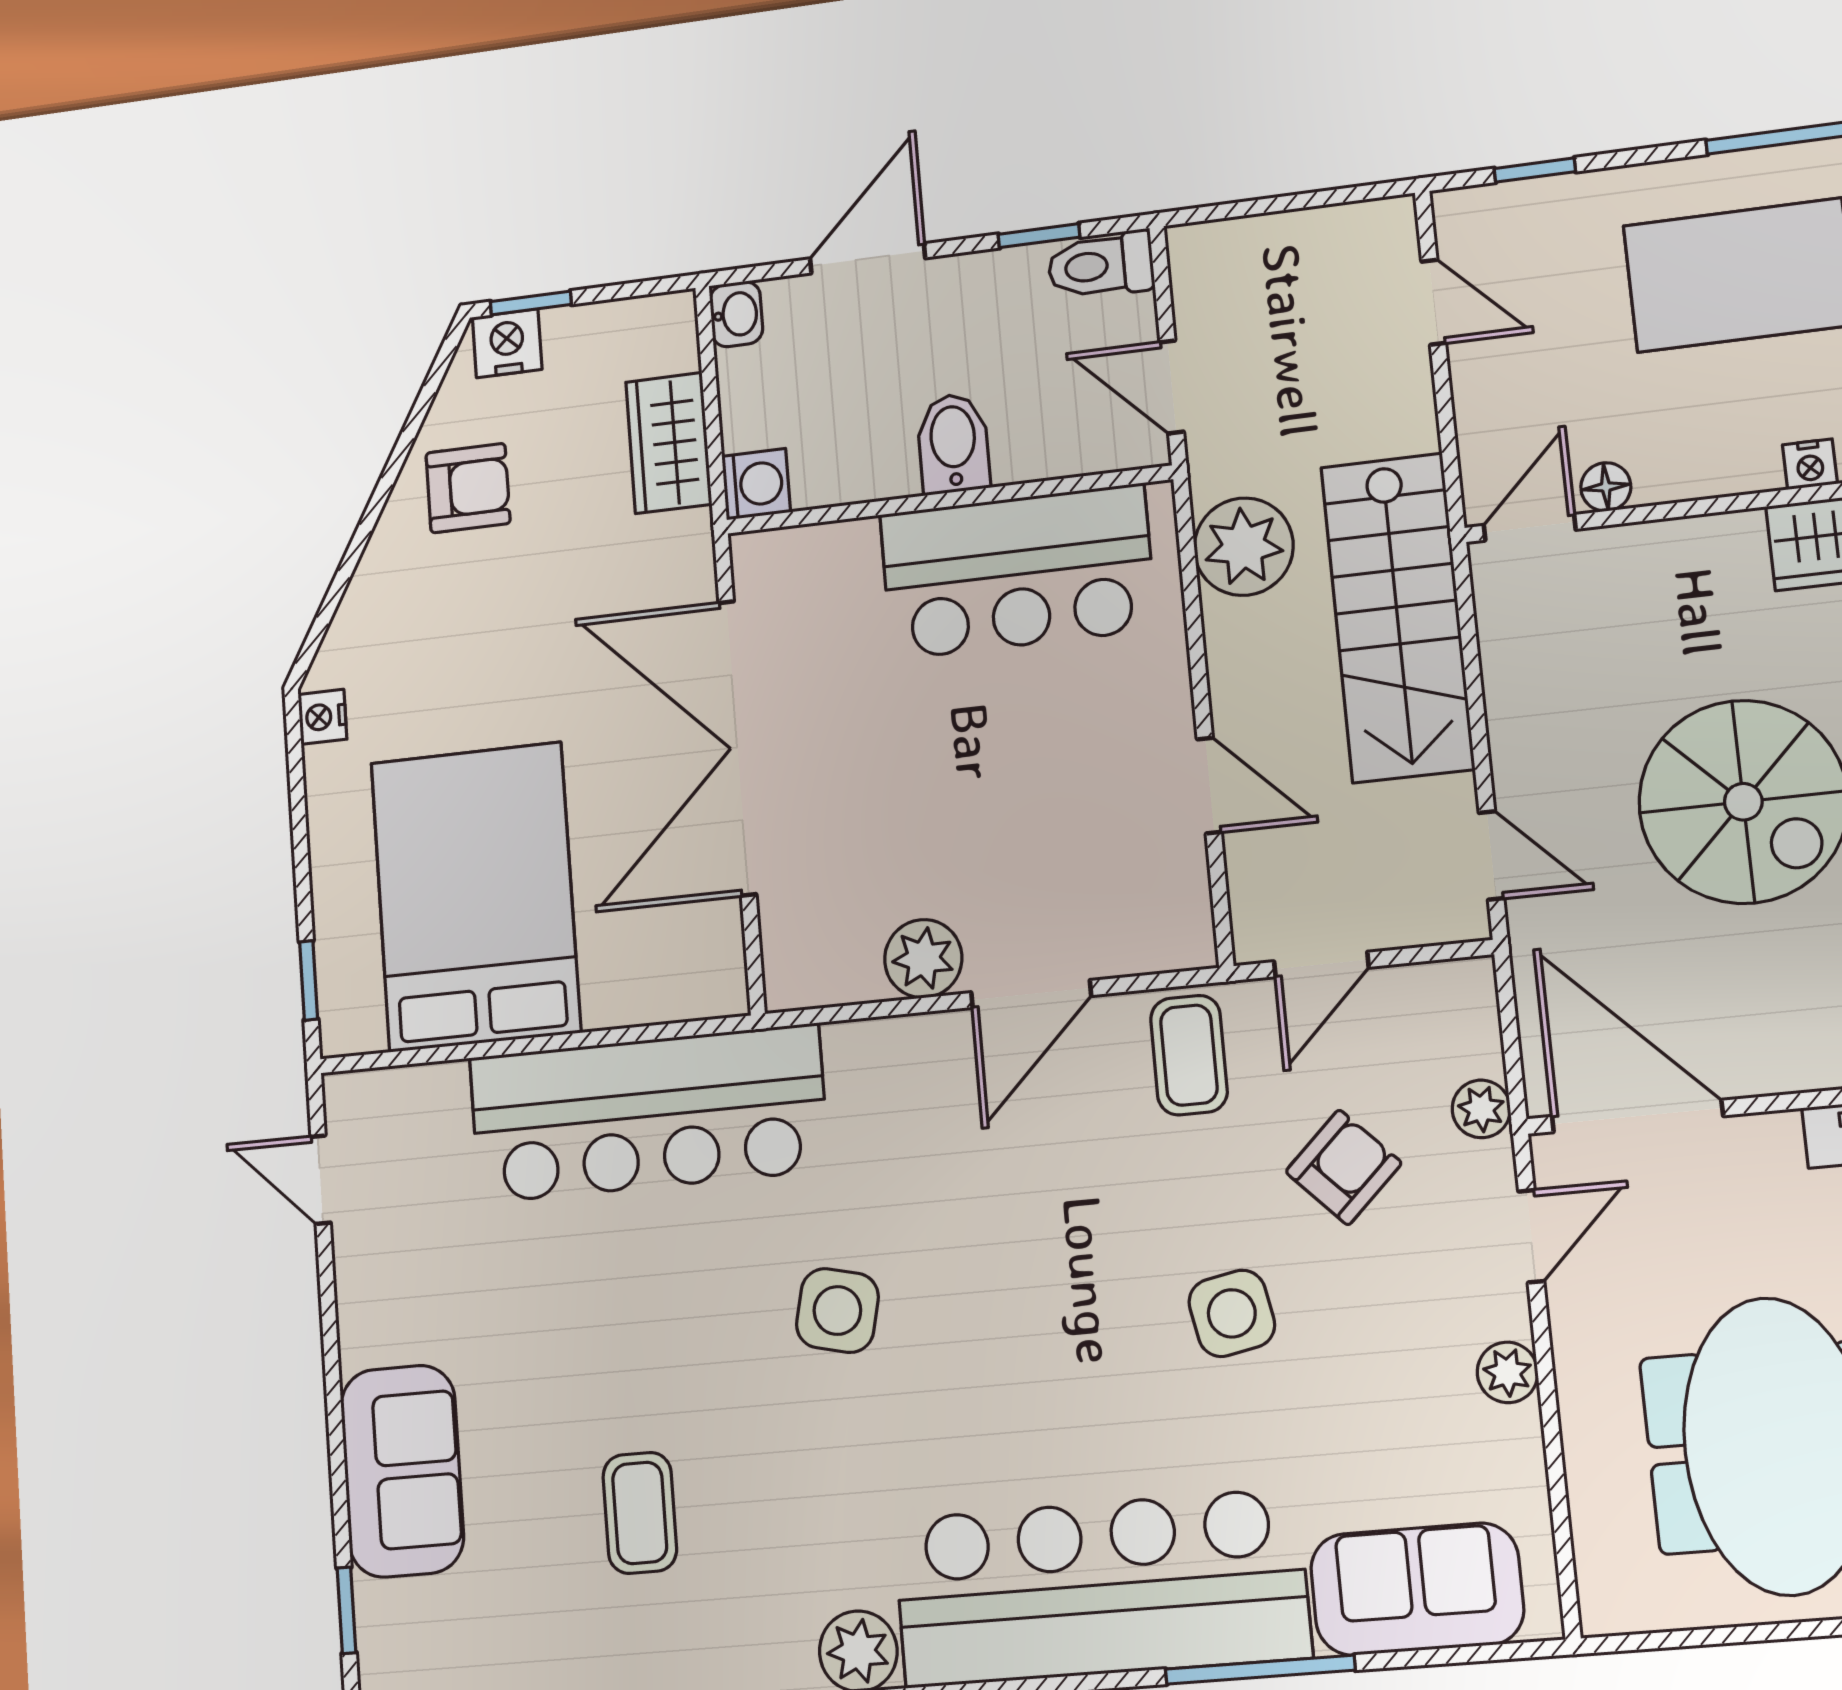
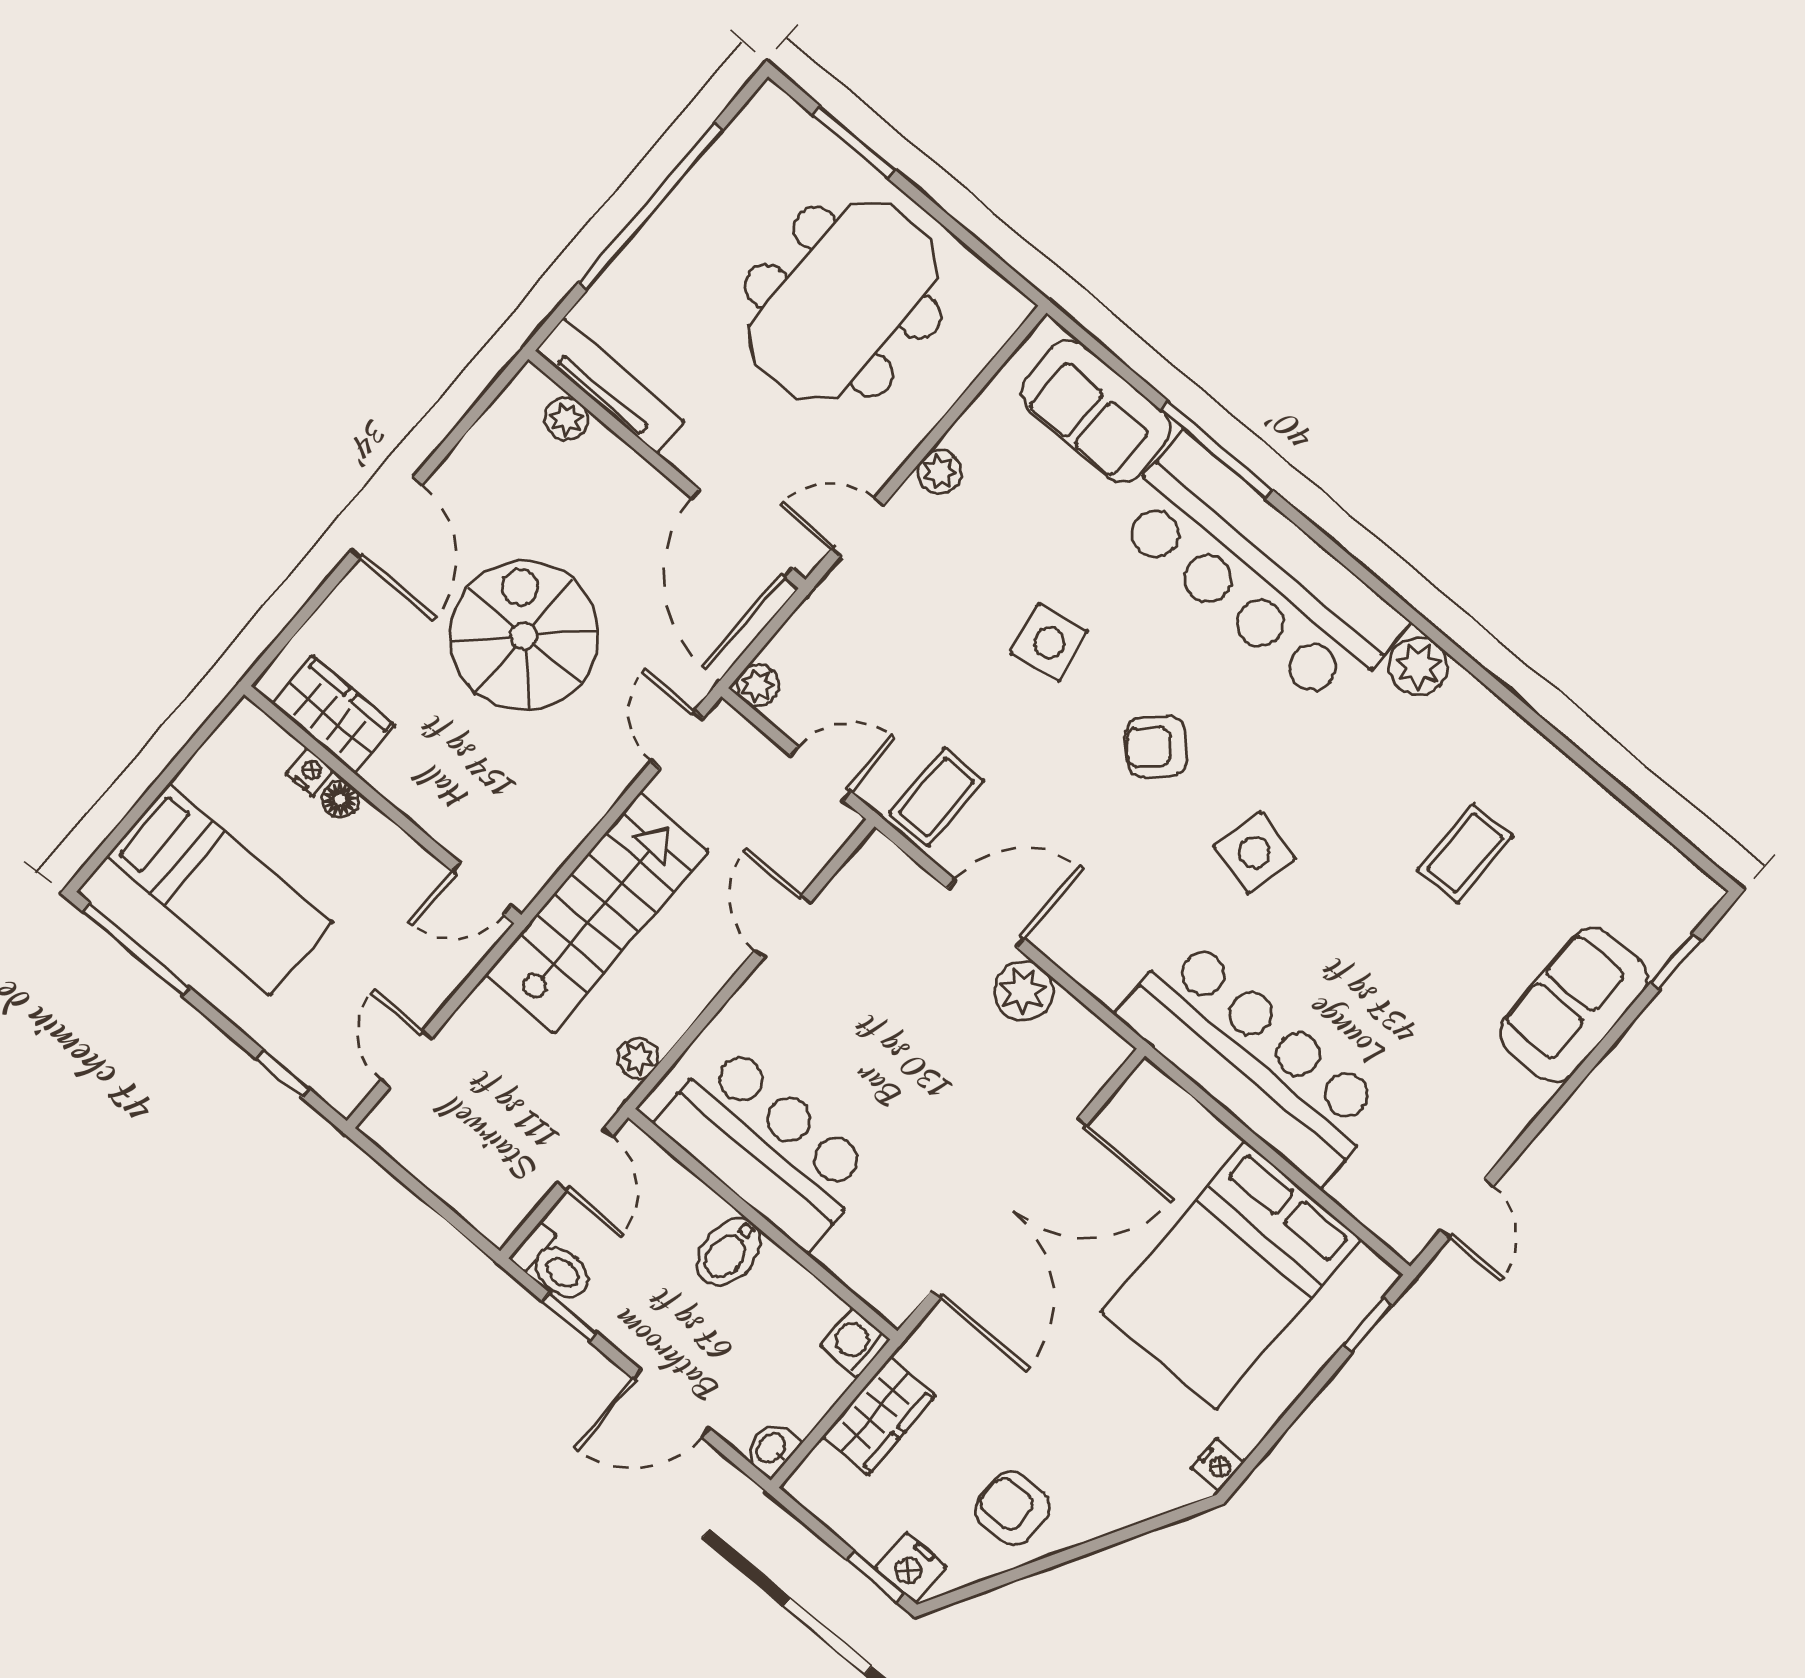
floor lamp: (1606, 487) -> (340, 799), moved
plant: (1244, 547) -> (638, 1058), width x0.53, depth x0.53
plant: (1481, 1109) -> (758, 686), moved
armchair: (1344, 1167) -> (1156, 747), moved

